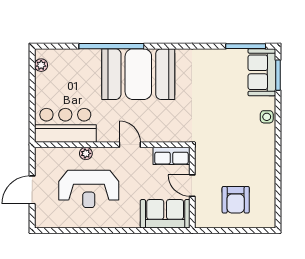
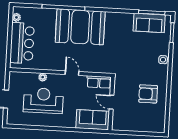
sofa: (262, 72) -> (149, 23), moved, turned -90
bar counter: (65, 125) -> (22, 43), moved, turned 90
reception desk: (89, 189) -> (43, 101), turned 180
armchair: (236, 200) -> (148, 94), moved, turned 90

